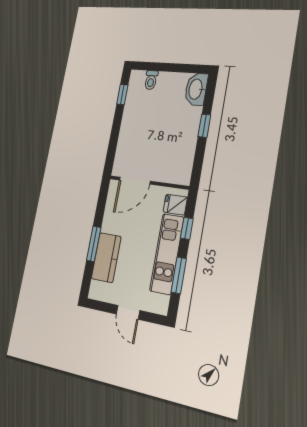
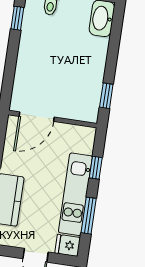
window: (204, 126) -> (106, 96), moved
fridge: (175, 205) -> (68, 245), moved

